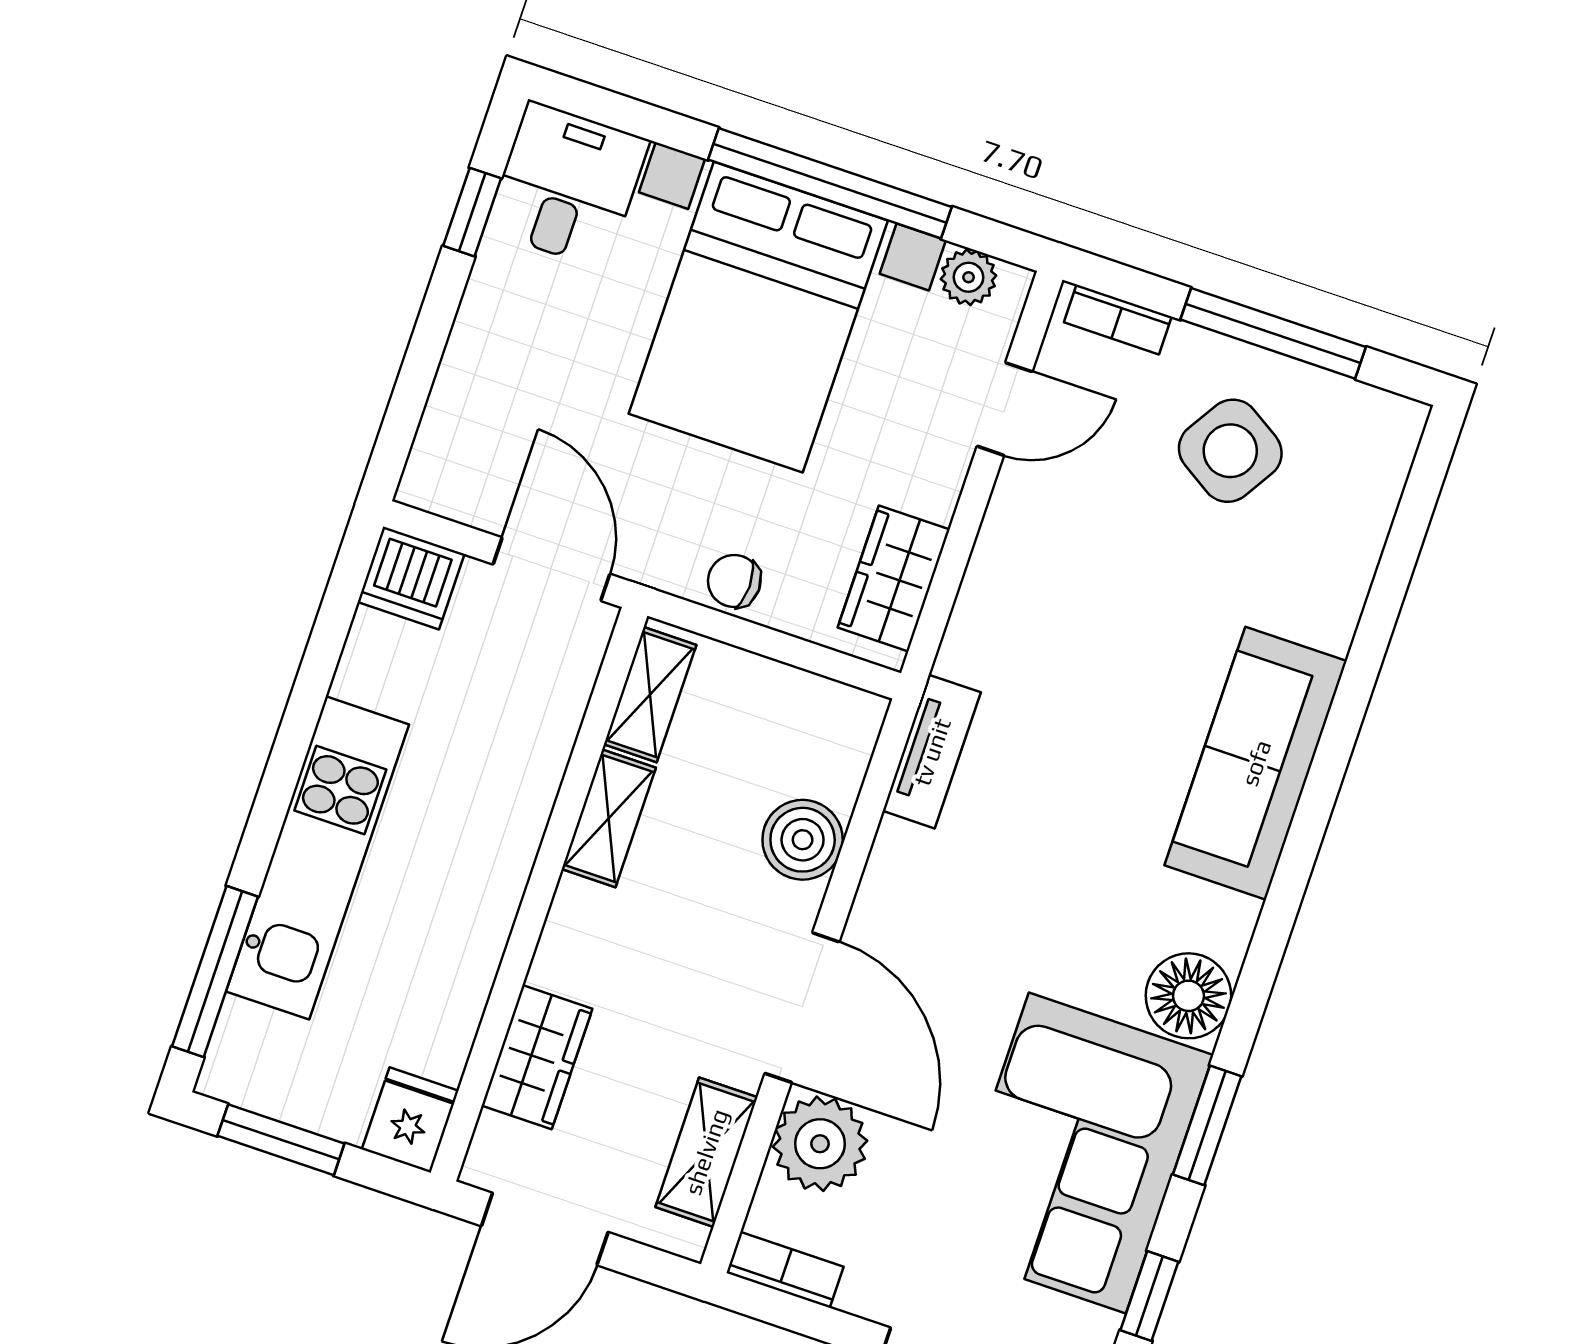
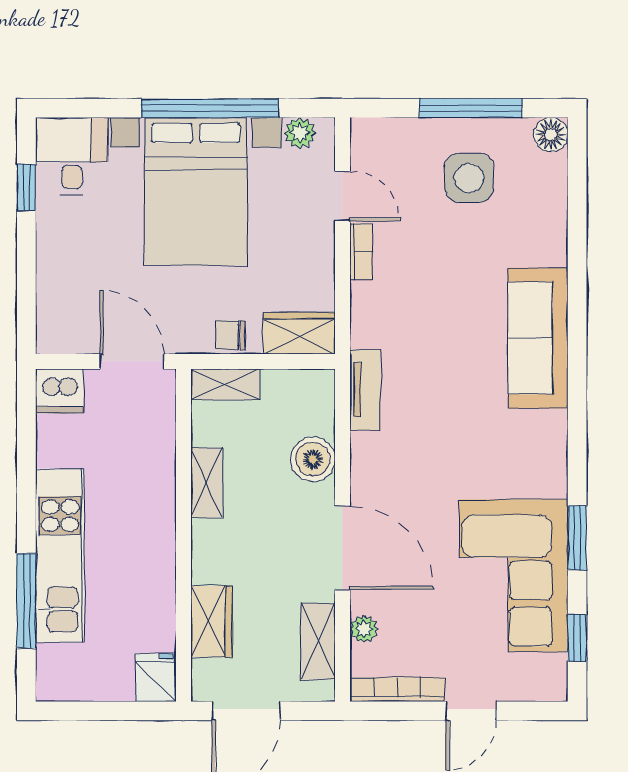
bookcase: (1118, 319) -> (361, 251), moved, turned -90
door: (1005, 409) -> (342, 196), hinge flipped
side table: (1230, 451) -> (469, 178), turned -32
wardrobe: (894, 579) -> (299, 333), moved, turned 90
shelving: (650, 695) -> (225, 384), moved, turned 90
window: (215, 971) -> (26, 601), moved
floor lamp: (1188, 996) -> (551, 135), moved, width x0.73, depth x0.73
window: (281, 1140) -> (91, 711), removed
plant: (820, 1144) -> (364, 629), width x0.53, depth x0.53
bookcase: (785, 1270) -> (397, 689), width x1.56

